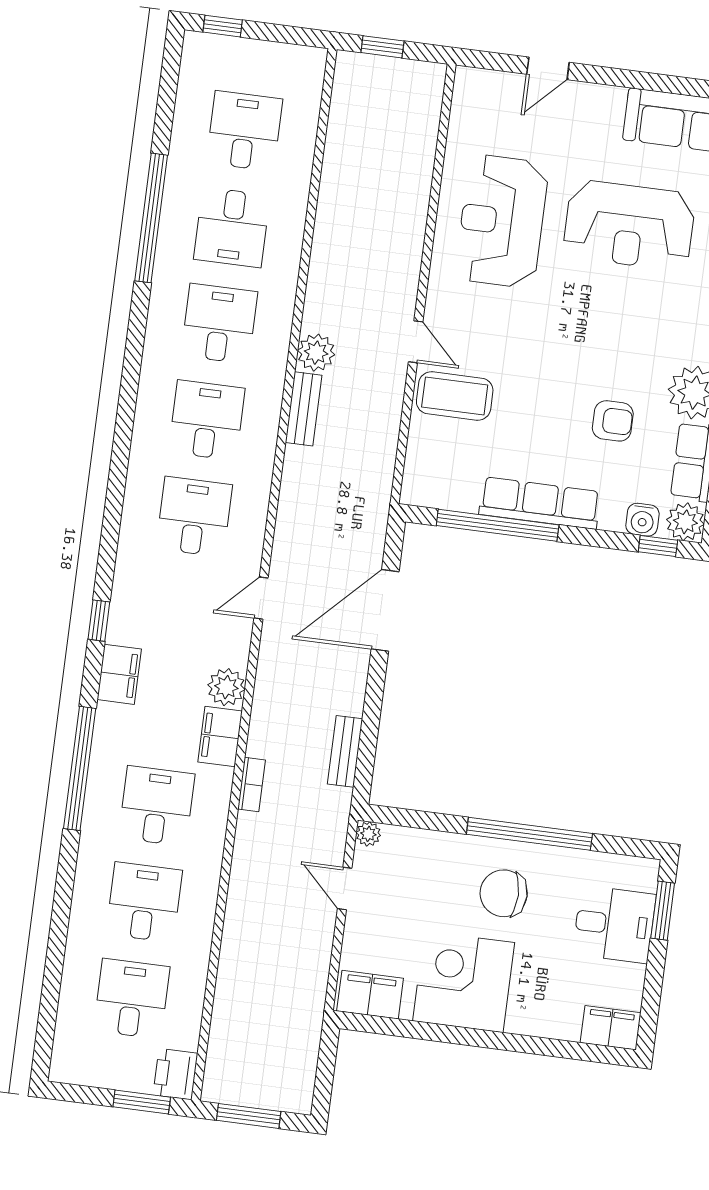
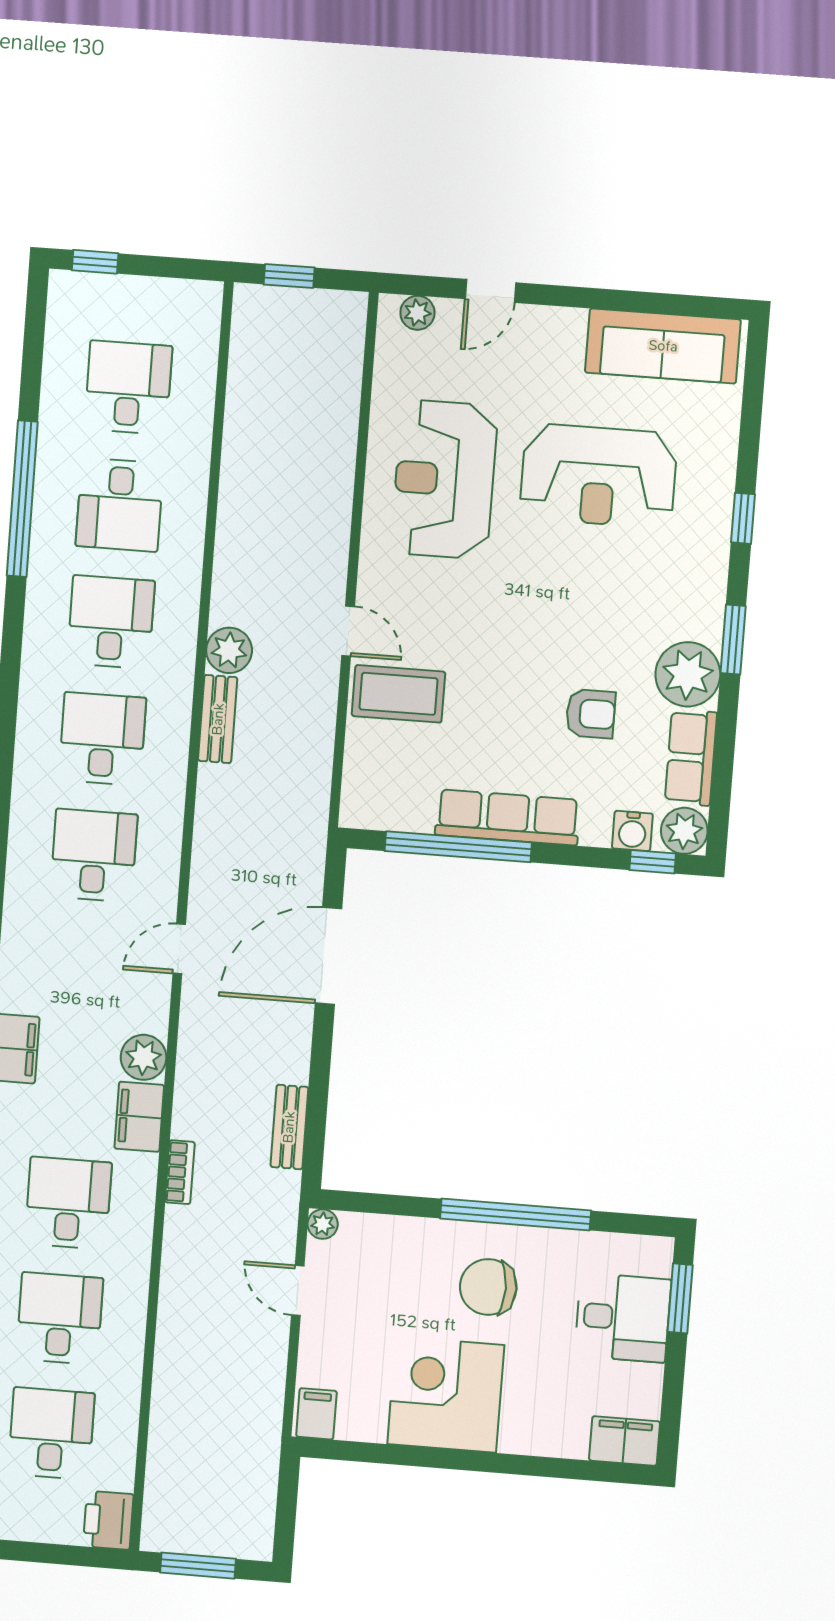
plant: (487, 83) -> (417, 313), added
filing cabinet: (370, 995) -> (316, 1414), width x0.50
window: (142, 1102) -> (70, 1555), removed

